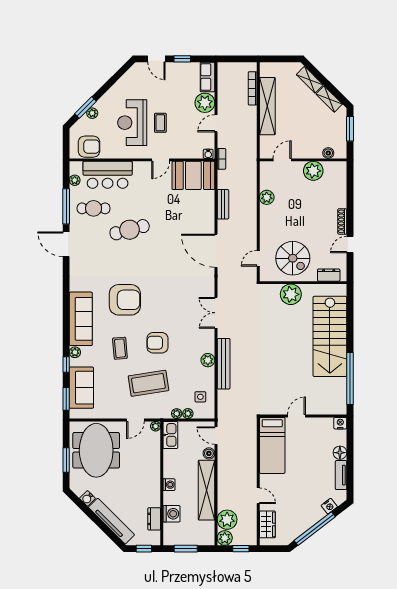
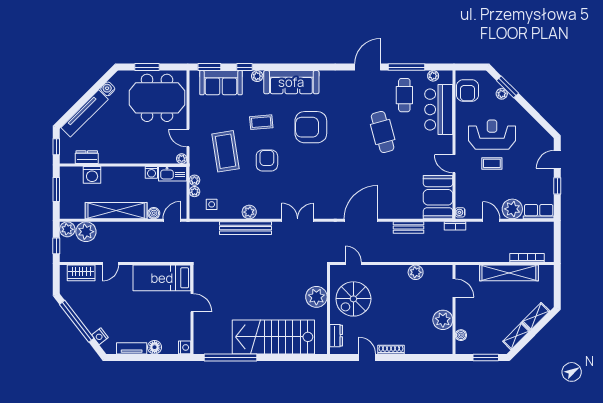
armchair: (125, 300) -> (311, 127), turned 90
washing machine: (169, 485) -> (151, 172), moved

